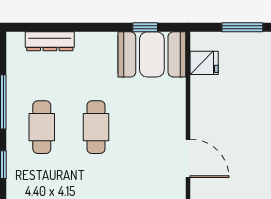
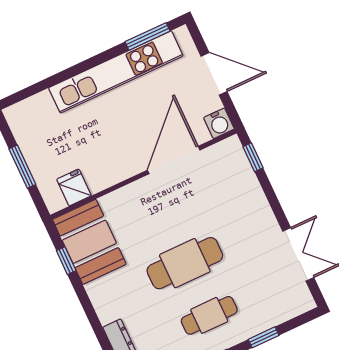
cafe table: (96, 127) -> (185, 263), width x1.37, depth x1.35
door: (188, 158) -> (174, 160), width x1.36

